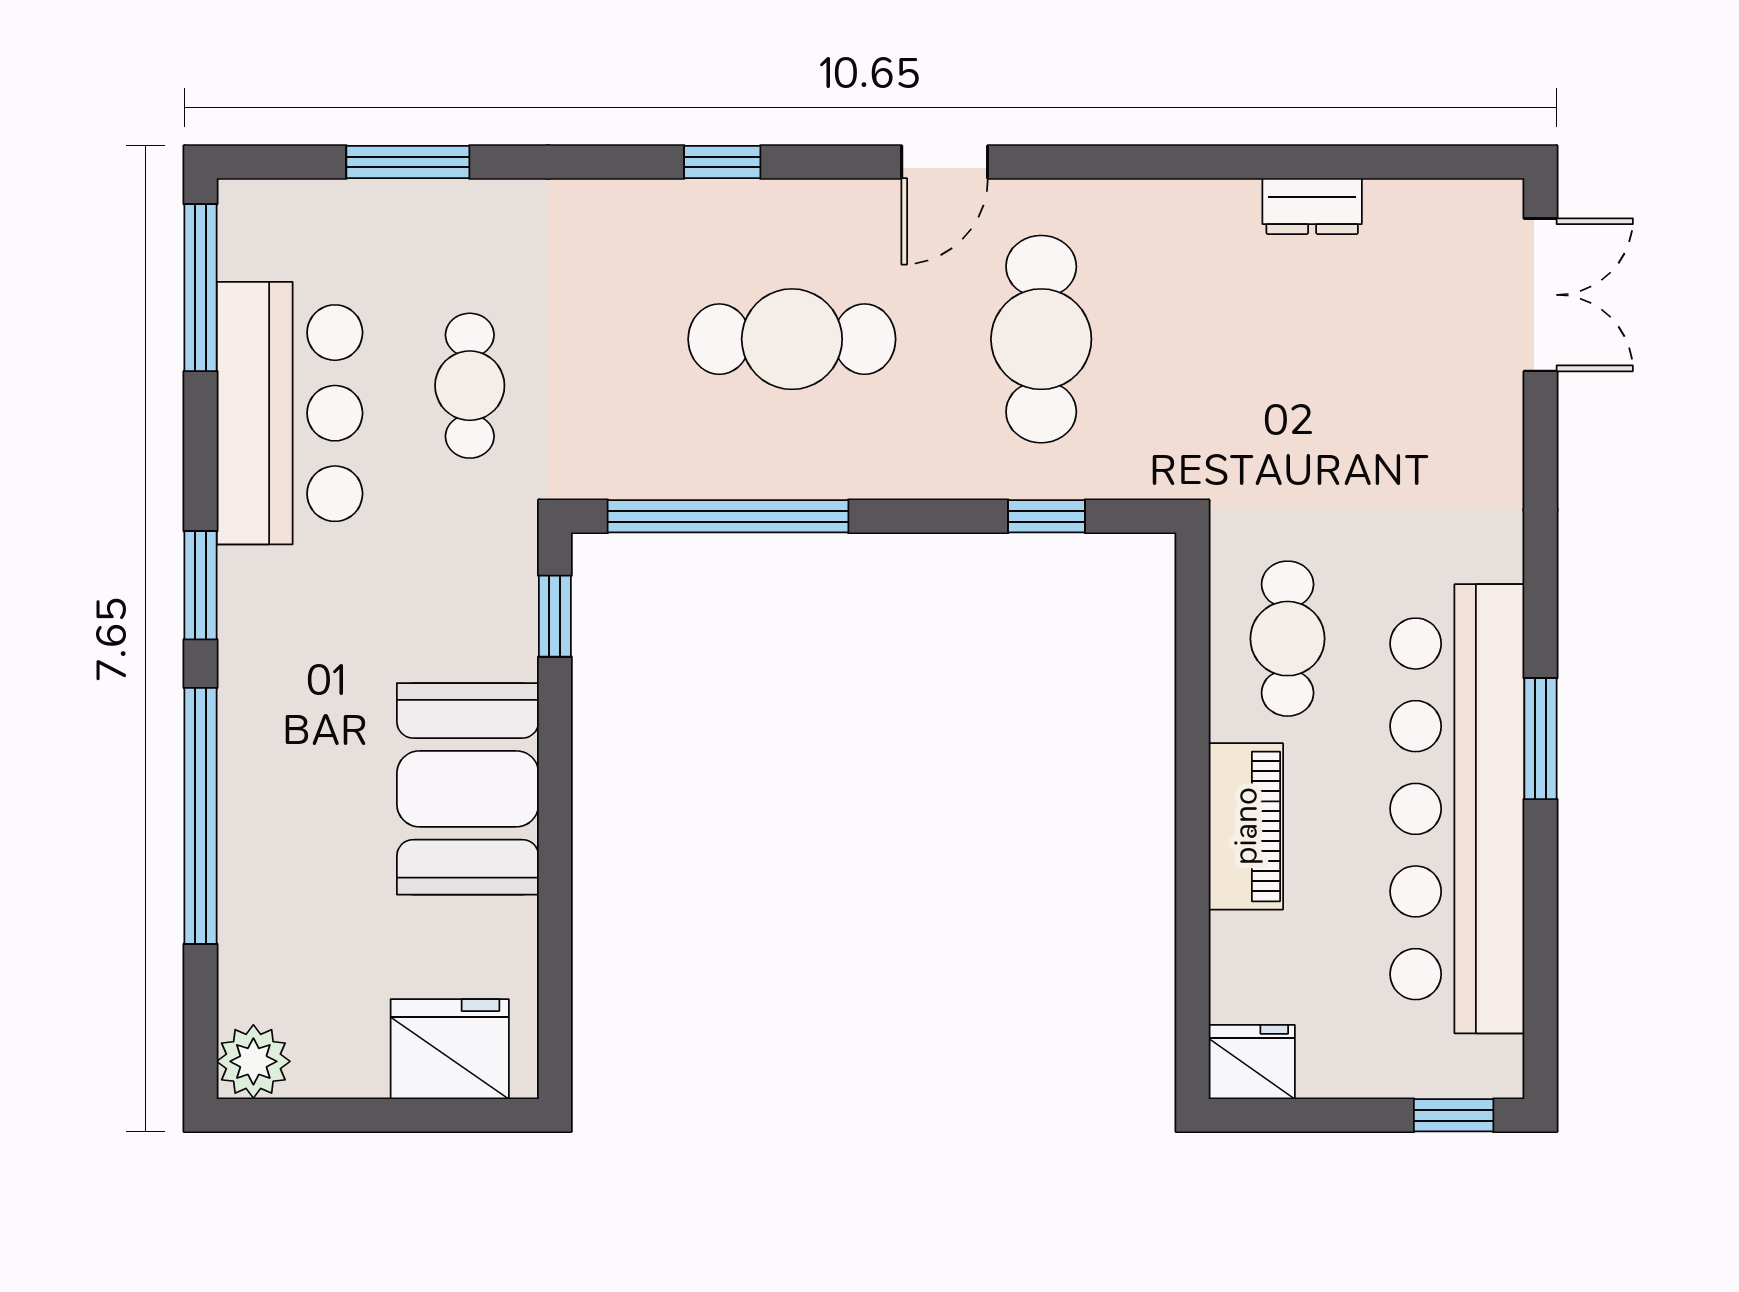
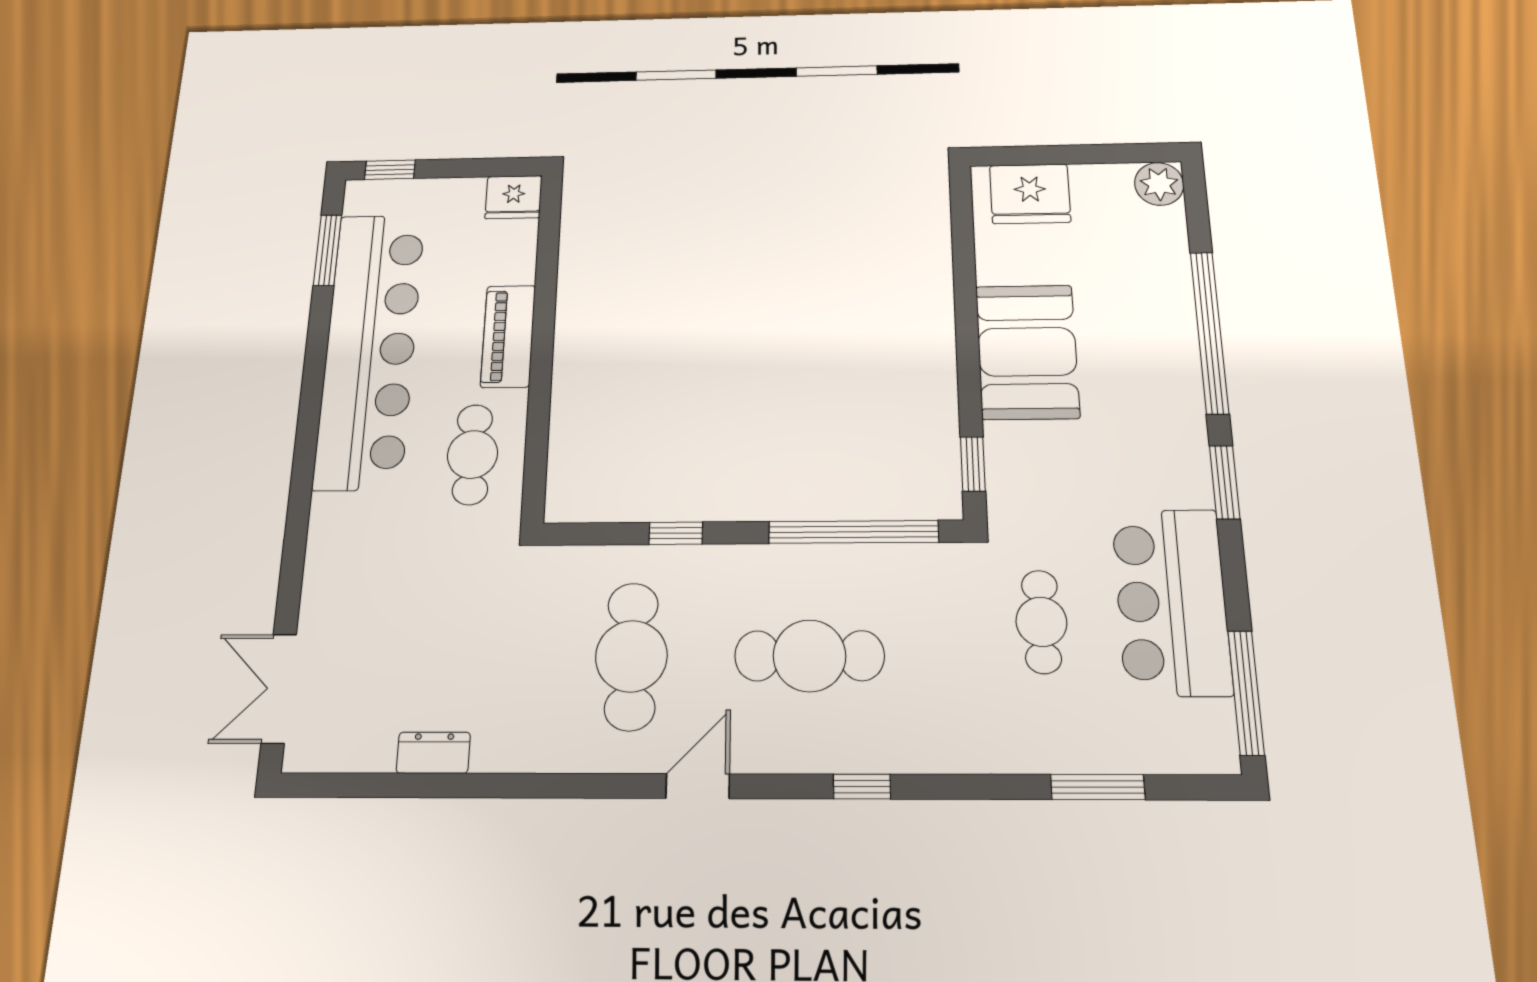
window: (1047, 516) -> (676, 533), moved
window: (1540, 739) -> (327, 250), moved

